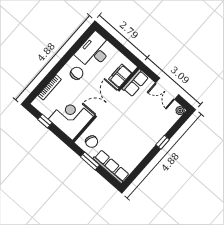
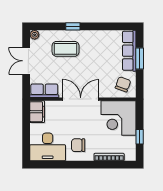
filing cabinet: (120, 76) -> (37, 112), moved, turned -90
double door: (167, 89) -> (26, 61), swing flipped
double door: (107, 103) -> (81, 99), swing flipped
coffee table: (151, 123) -> (66, 49), added
window: (90, 161) -> (140, 59), moved

